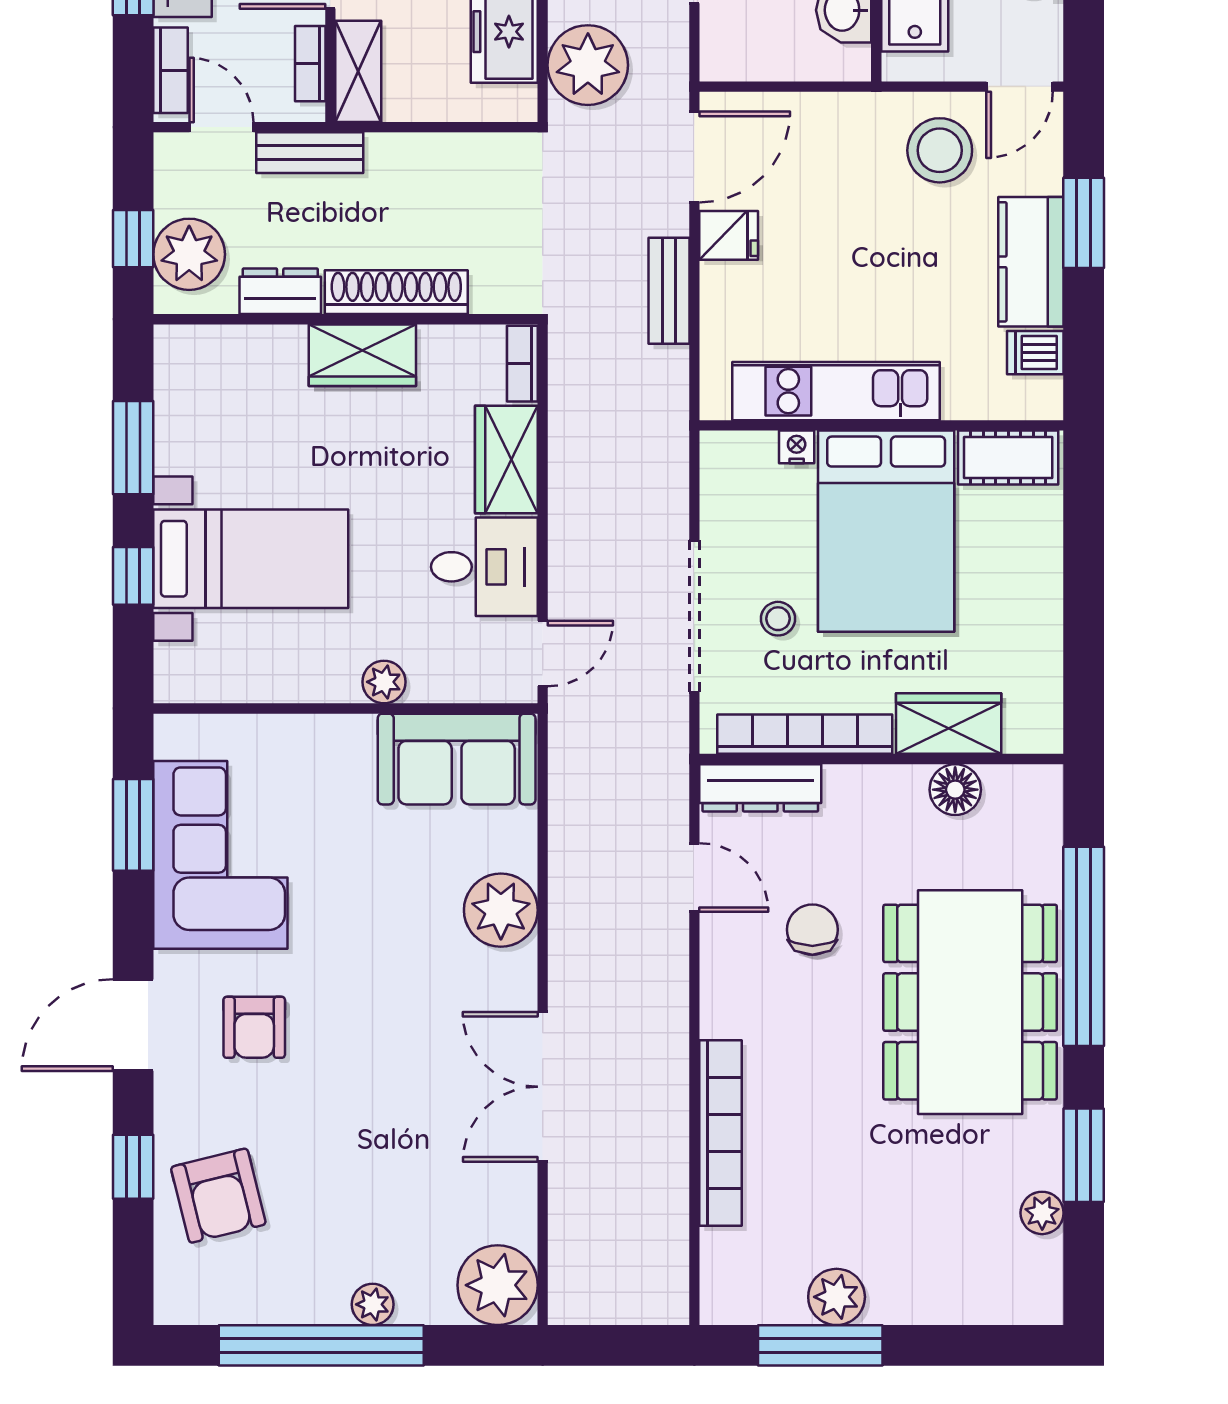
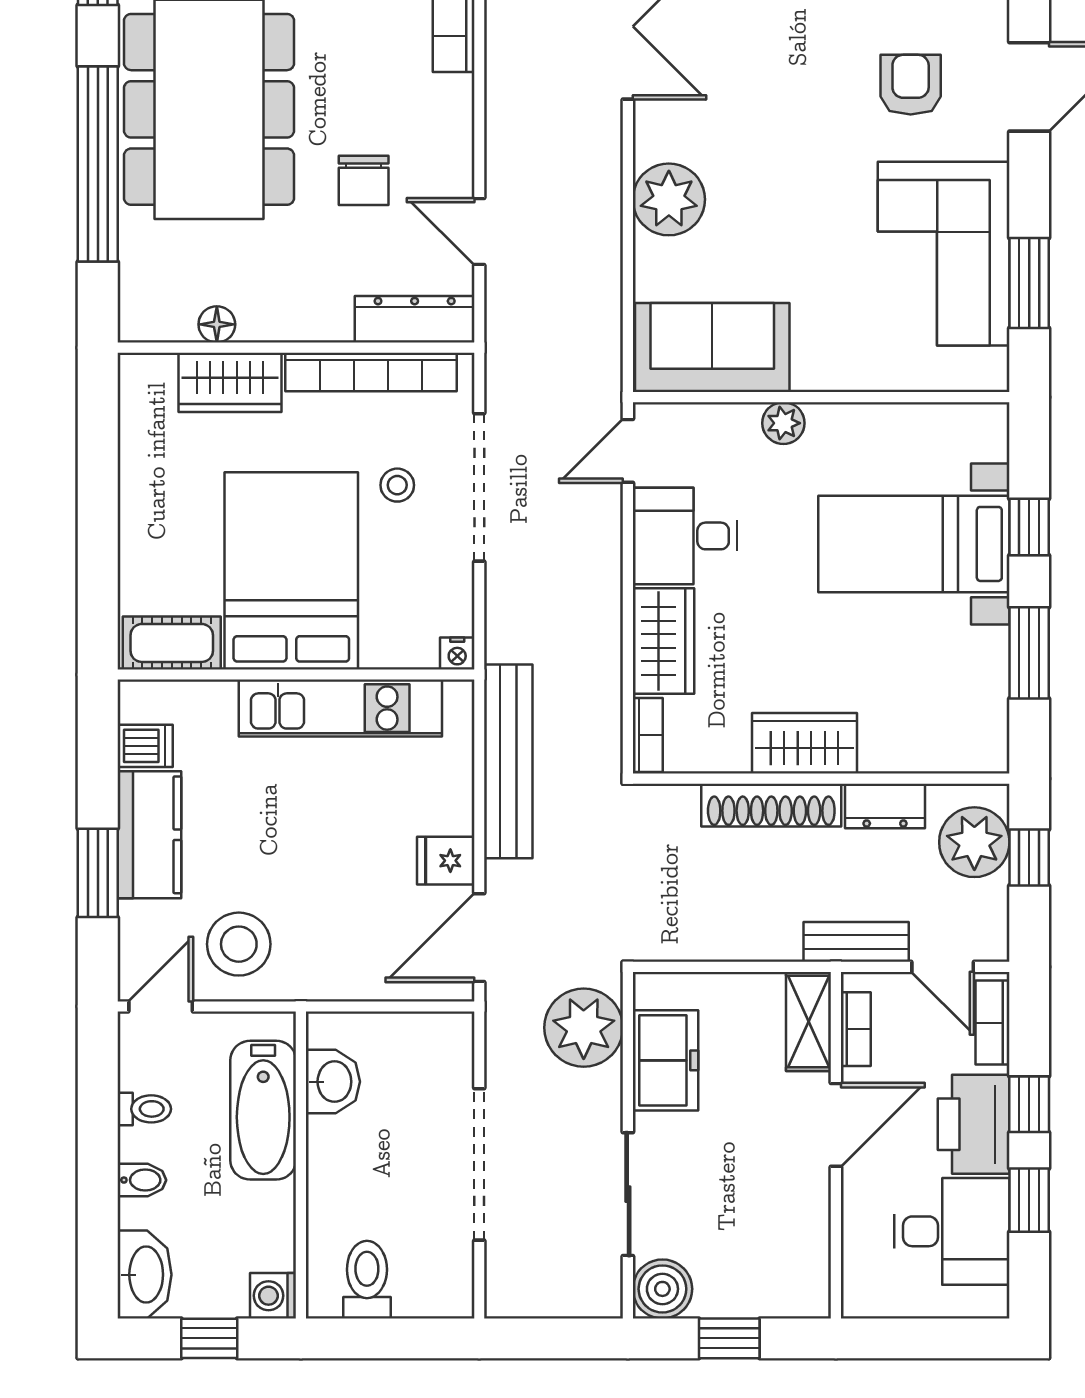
bench: (669, 291) -> (508, 761), width x1.86, depth x1.21
nightstand: (797, 447) -> (457, 653), moved
floor lamp: (955, 790) -> (217, 324), width x0.73, depth x0.73

